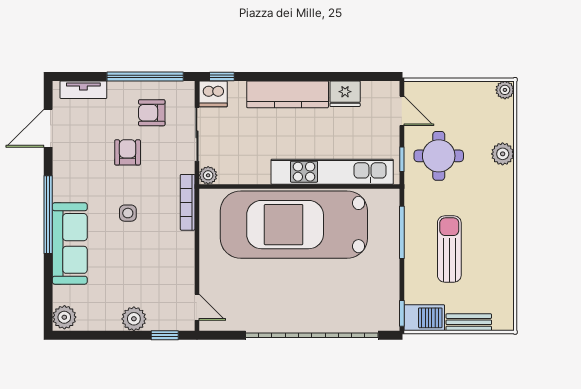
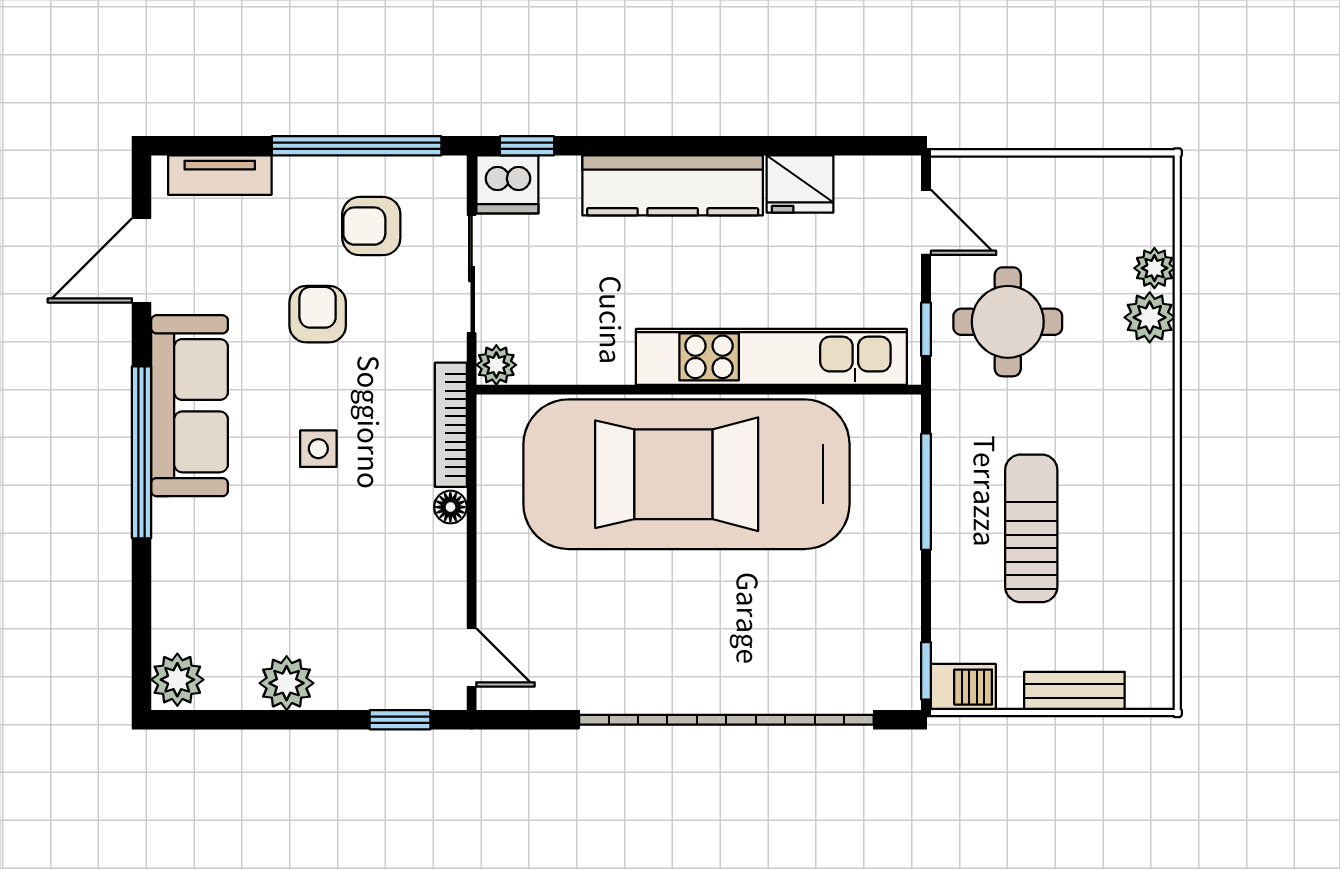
plant: (505, 90) -> (1154, 268), moved
floor lamp: (187, 239) -> (450, 507), added
sofa: (70, 243) -> (190, 406), moved
barbecue: (424, 318) -> (963, 687), width x0.73, depth x0.79
plant: (134, 319) -> (287, 683), moved

